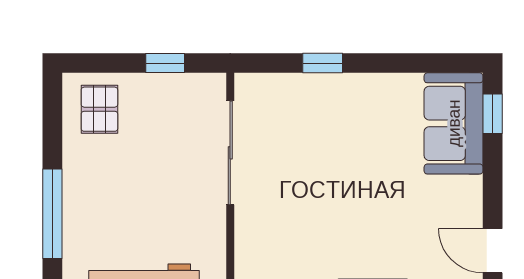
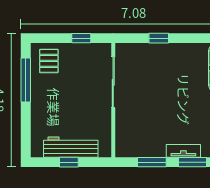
window: (52, 214) -> (26, 80), moved

